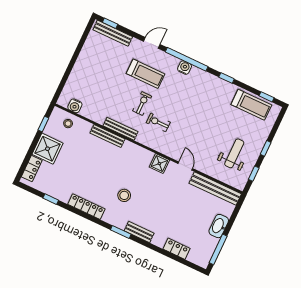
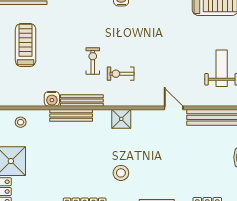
treadmill: (146, 74) -> (26, 45), moved, turned -90
water cooler: (75, 106) -> (52, 99), moved
shower: (159, 164) -> (121, 119), moved

